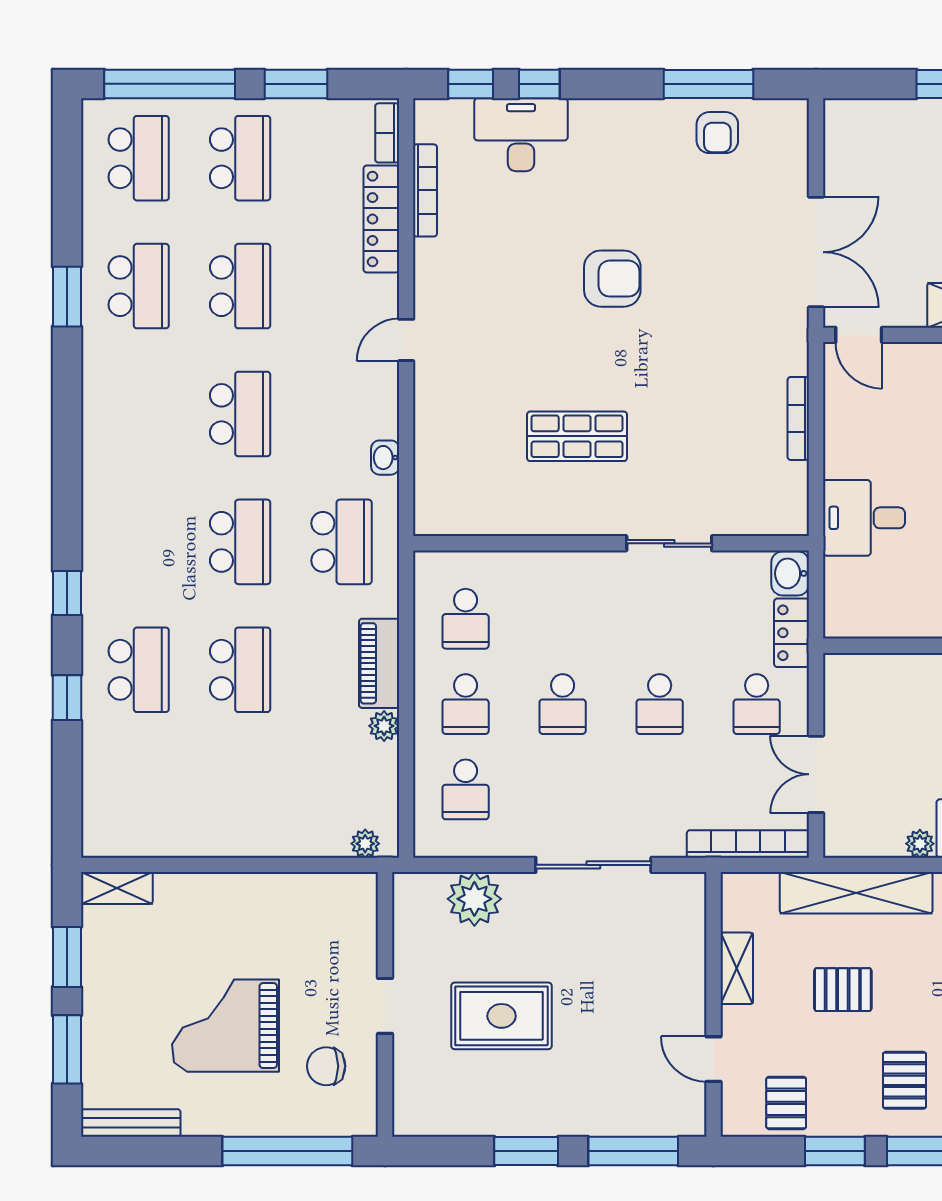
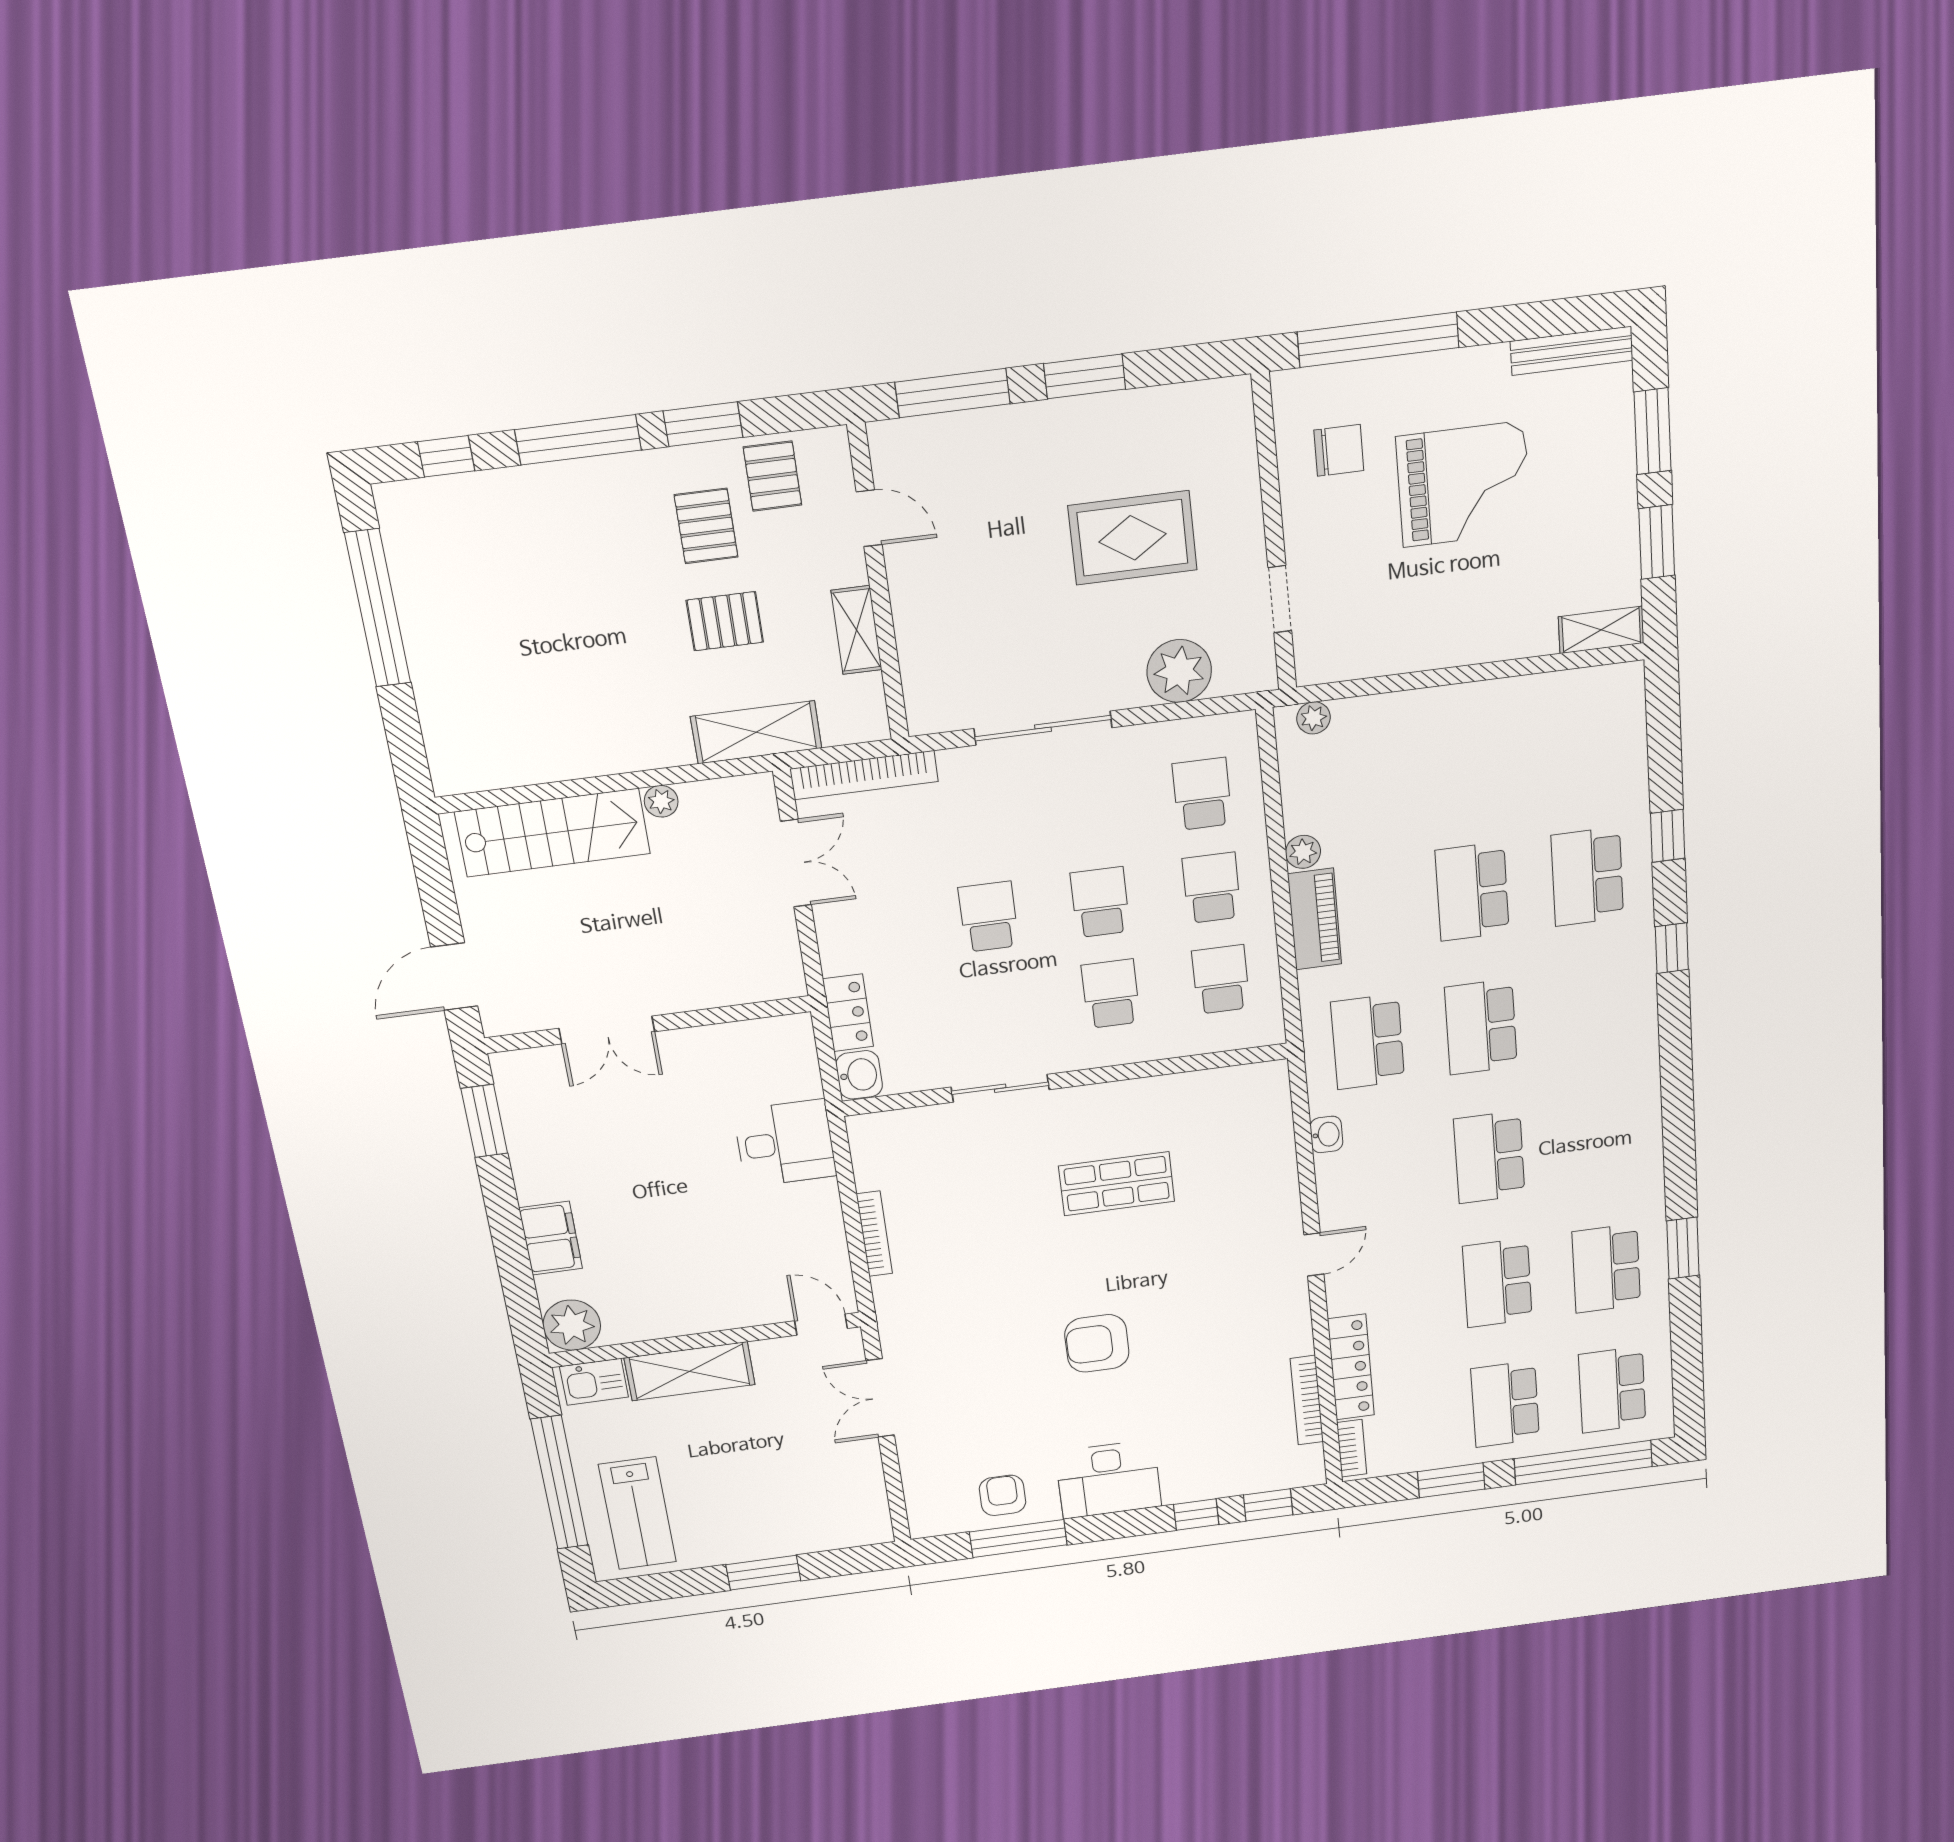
desk: (521, 135) -> (1108, 1479), moved
double door: (816, 252) -> (880, 1398), width x0.73
school desk: (757, 704) -> (1111, 994), moved
shelving: (856, 893) -> (756, 732), width x0.68
doorway: (385, 1006) -> (1280, 599), moved
pallet: (905, 1080) -> (706, 526), moved

